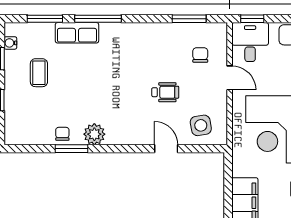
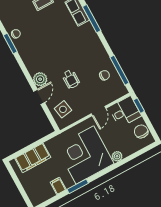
window: (189, 19) -> (120, 70), width x1.44
chair: (200, 55) -> (105, 75), moved
plant: (94, 134) -> (40, 79), moved

